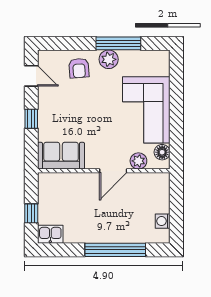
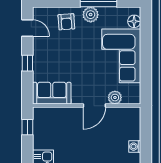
floor lamp: (162, 152) -> (134, 21), moved
window: (31, 213) -> (27, 127), moved

